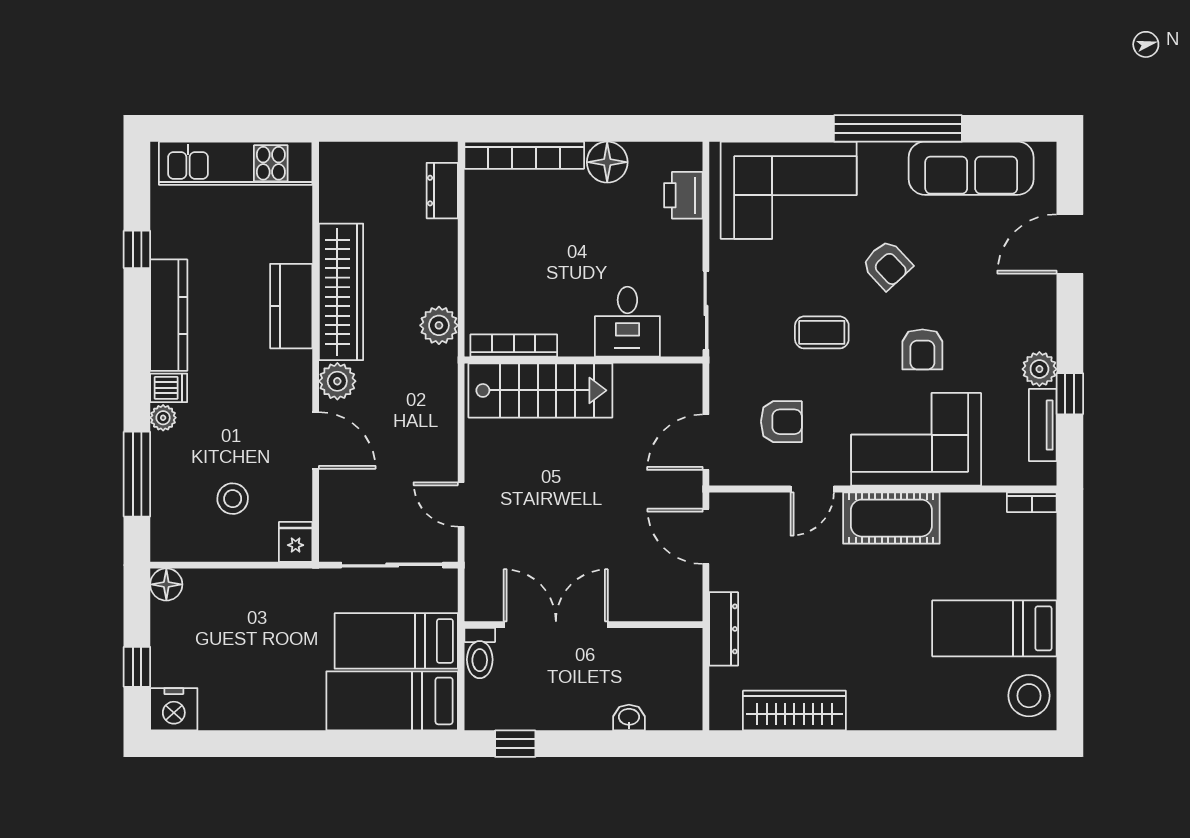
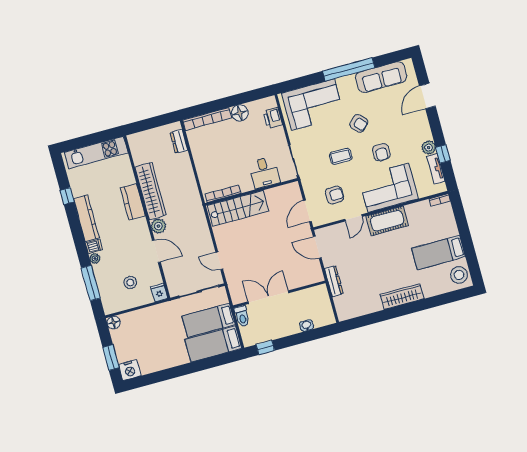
plant: (439, 325) -> (192, 194), removed
window: (137, 667) -> (111, 358), width x1.50
wardrobe: (794, 711) -> (402, 297), moved

